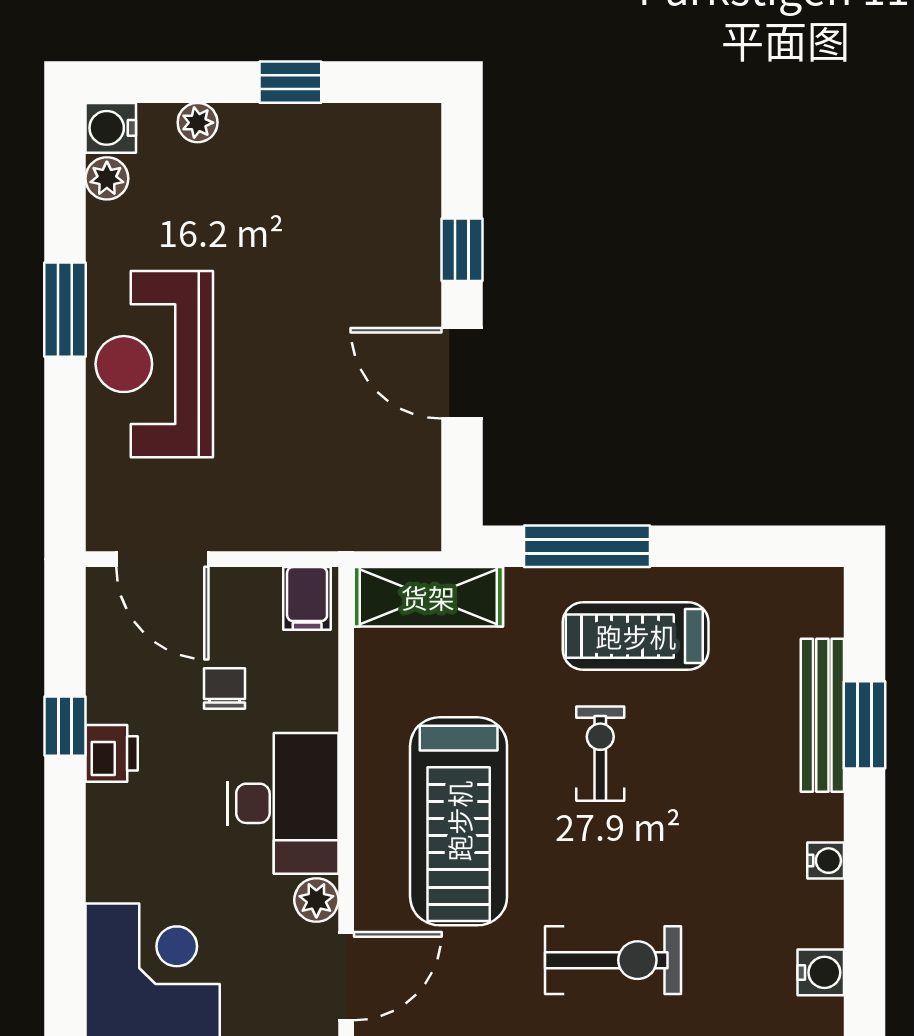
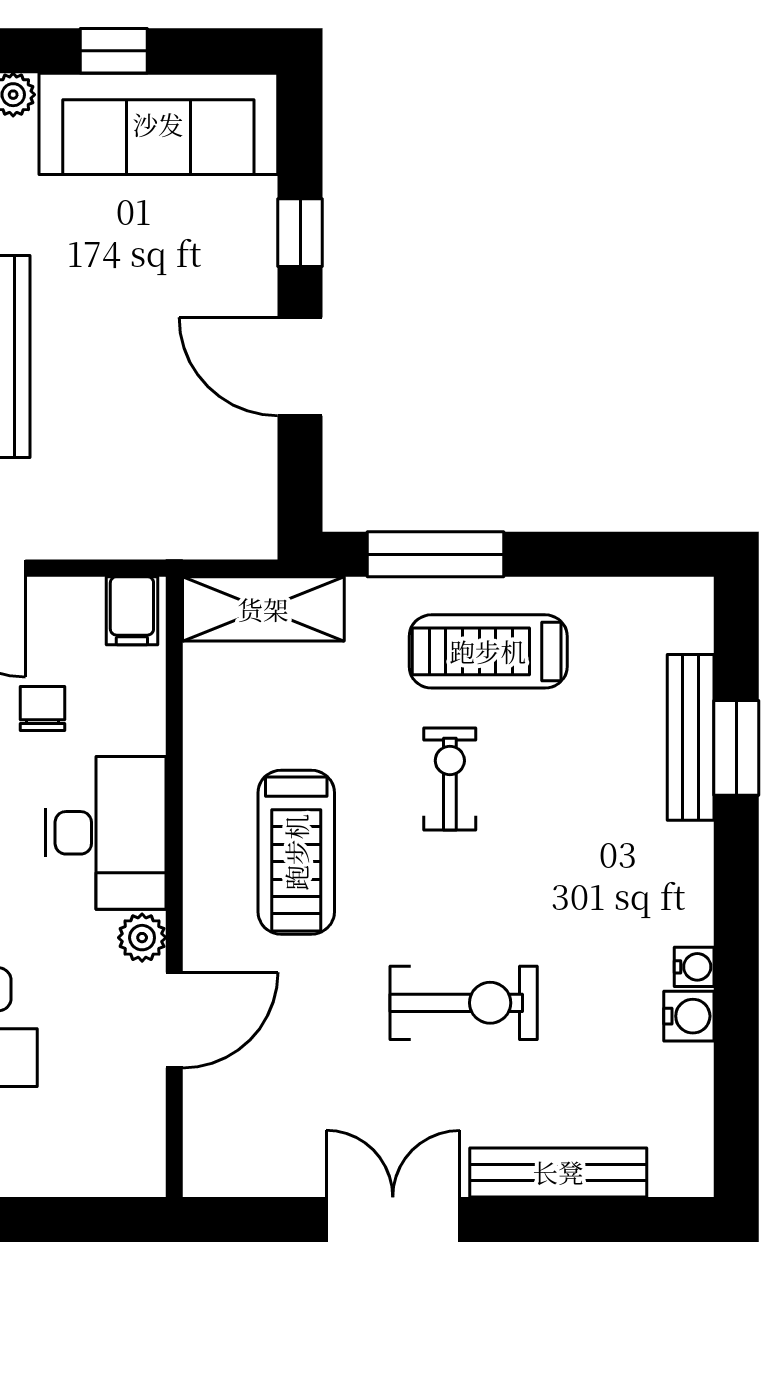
sofa: (331, 150) -> (158, 124), added
treadmill: (459, 821) -> (296, 852), width x0.73, depth x0.73
water cooler: (826, 861) -> (694, 967), moved

